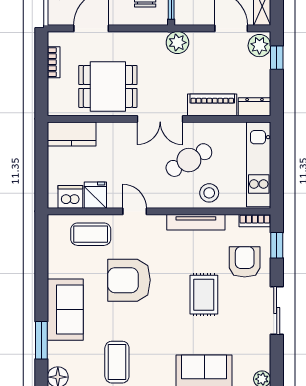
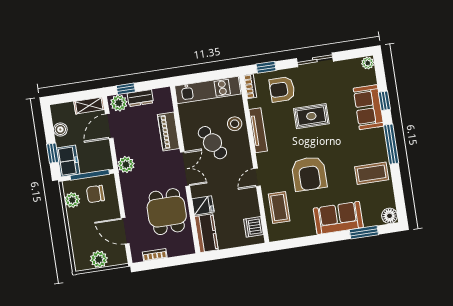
dresser: (255, 107) -> (140, 98), moved, turned -90
fridge: (95, 195) -> (203, 205), moved, turned 180

